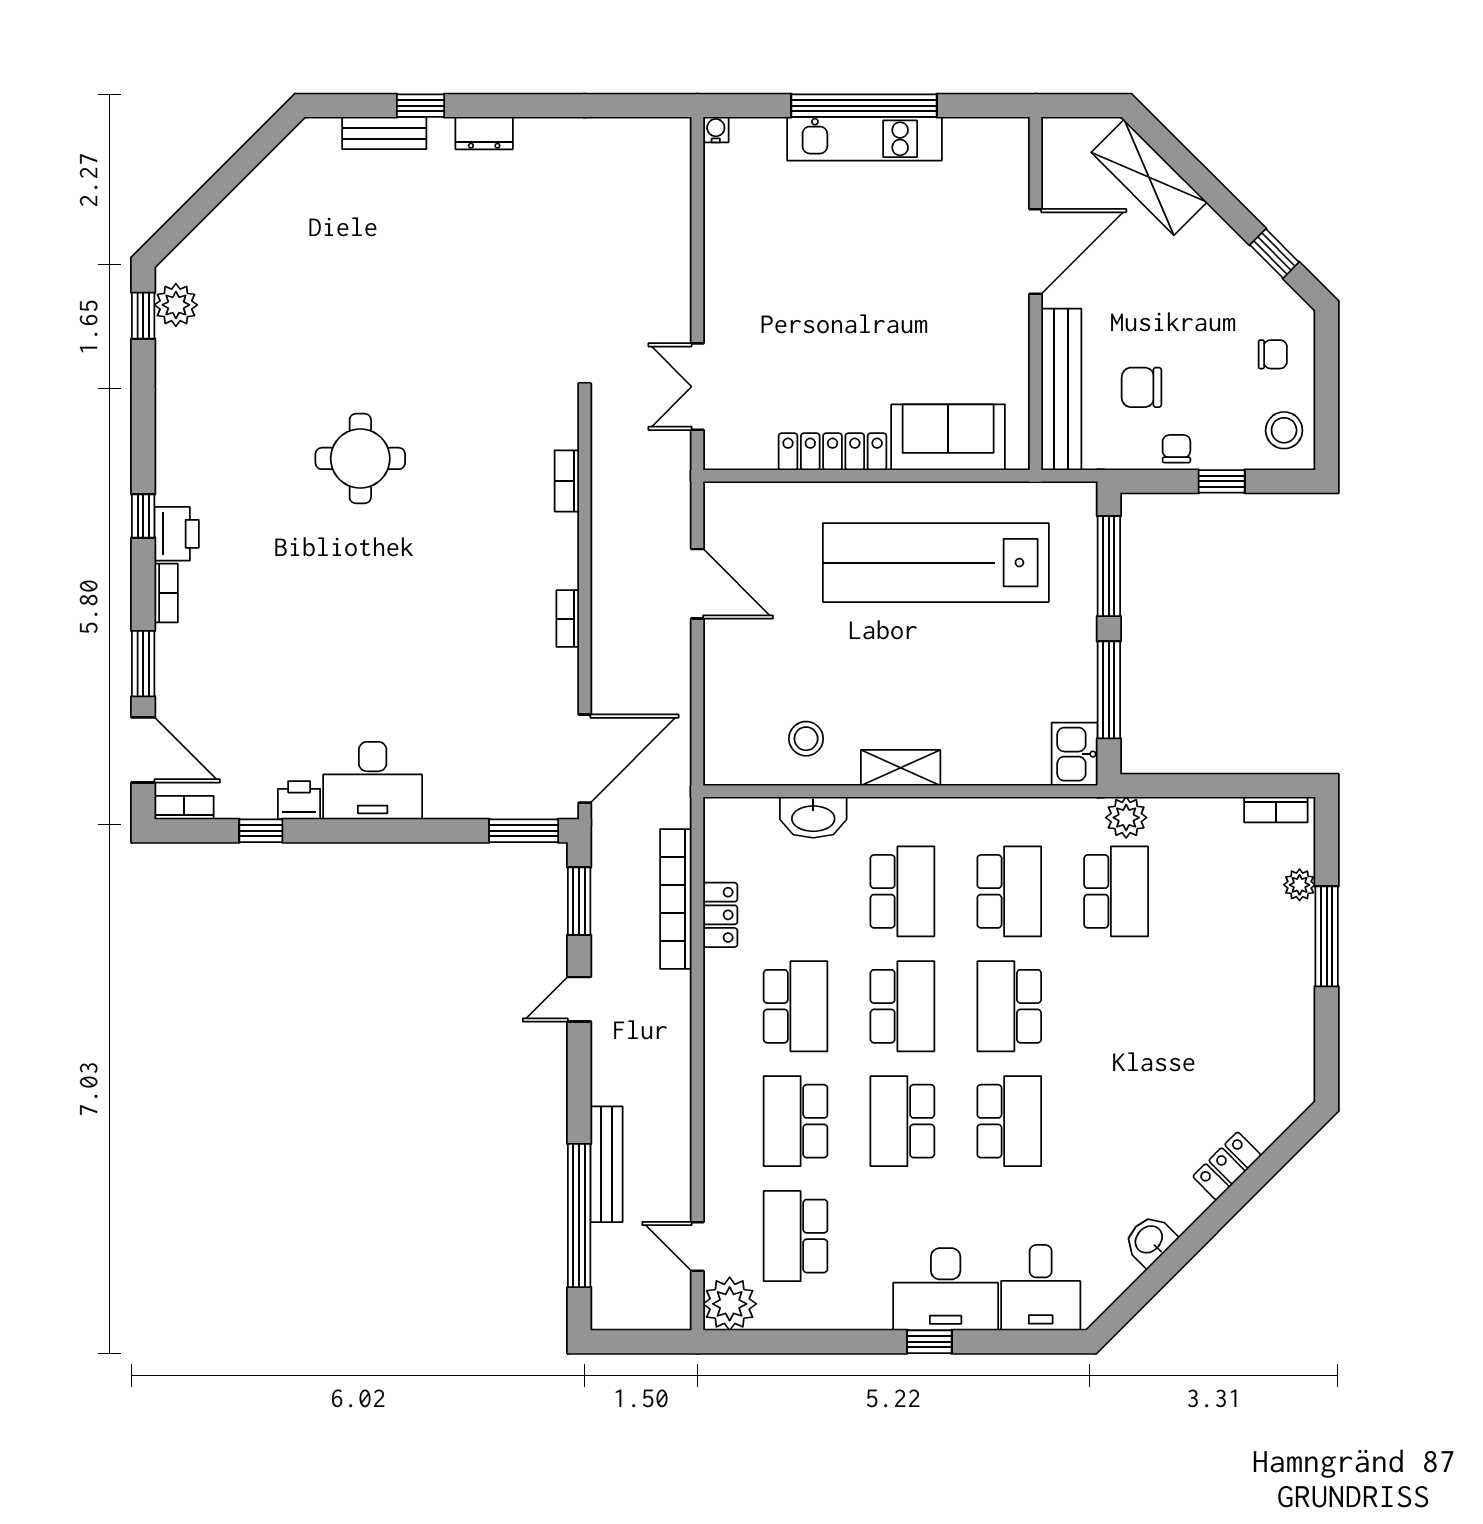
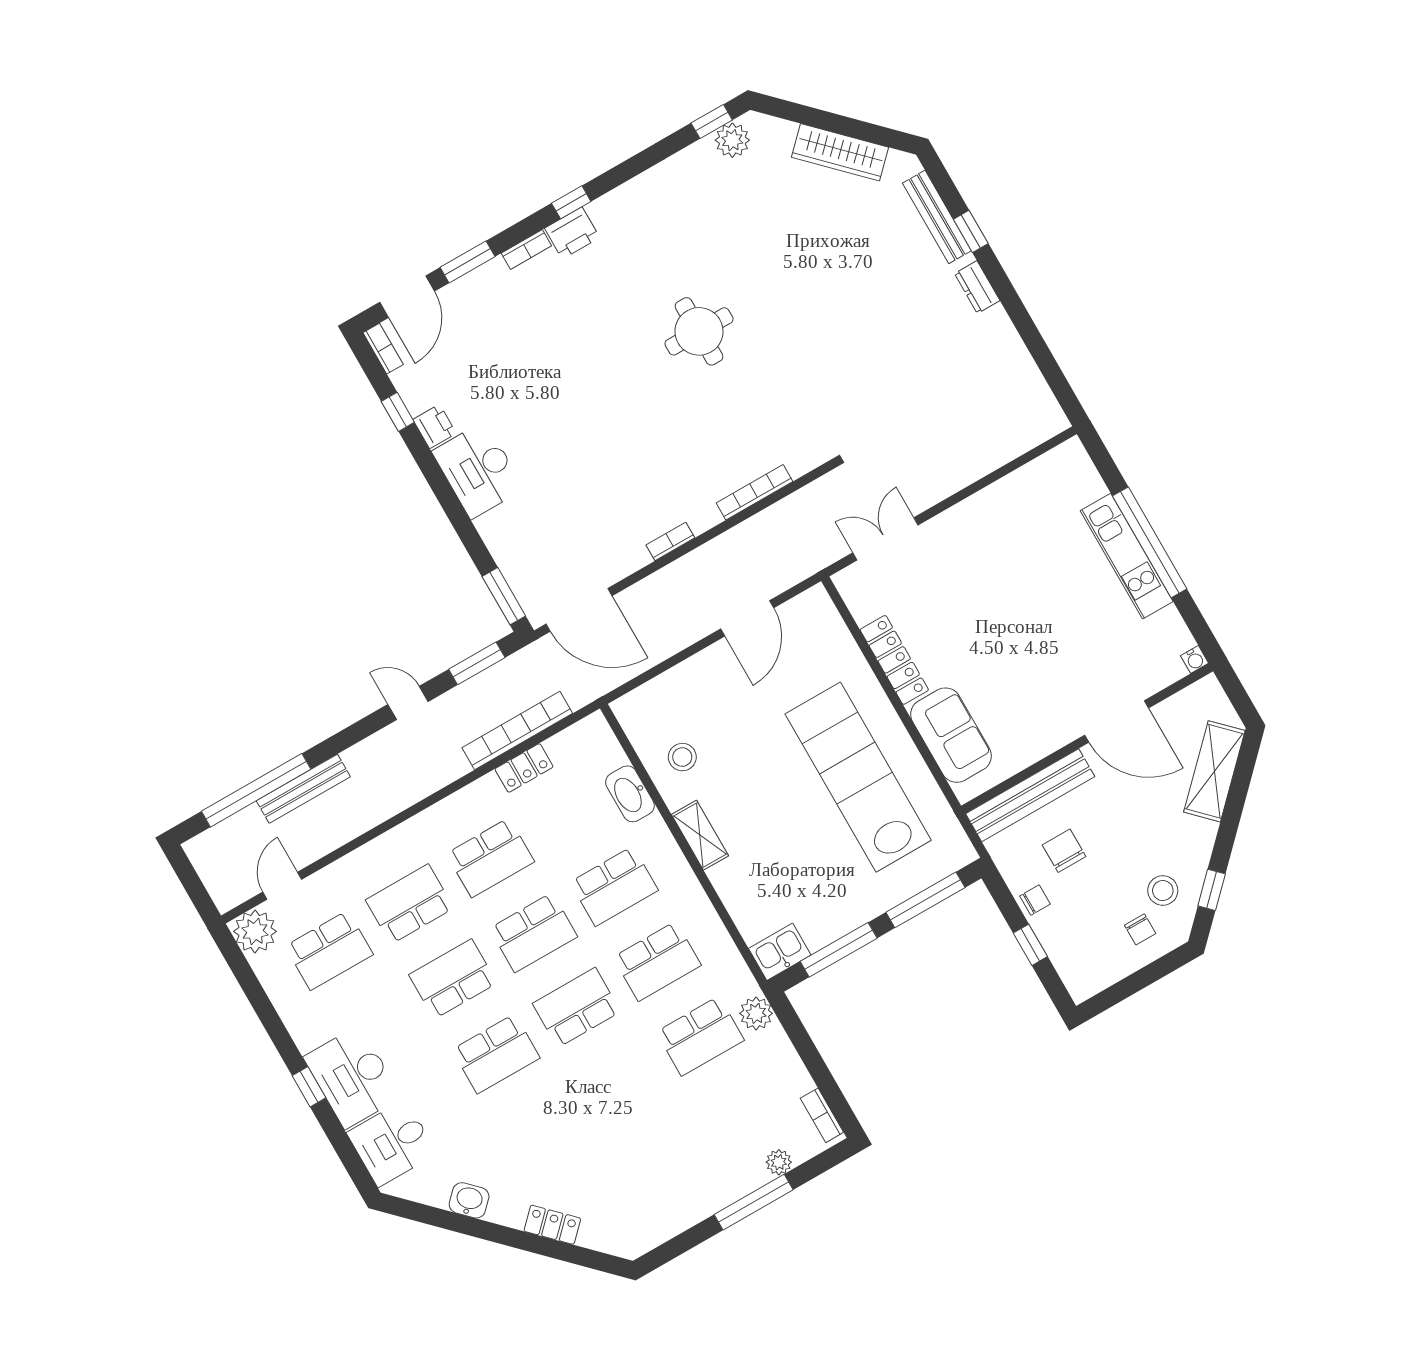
water cooler: (716, 130) -> (1195, 660), moved, turned 90
bench: (384, 133) -> (937, 217), width x1.36
wardrobe: (255, 197) -> (840, 152), added
stool: (1284, 430) -> (1163, 891), moved
bookcase: (567, 481) -> (754, 492), width x1.56
school desk: (796, 1236) -> (329, 950), turned 180

